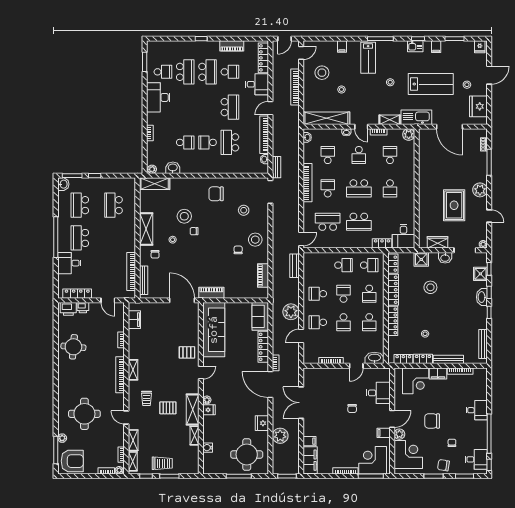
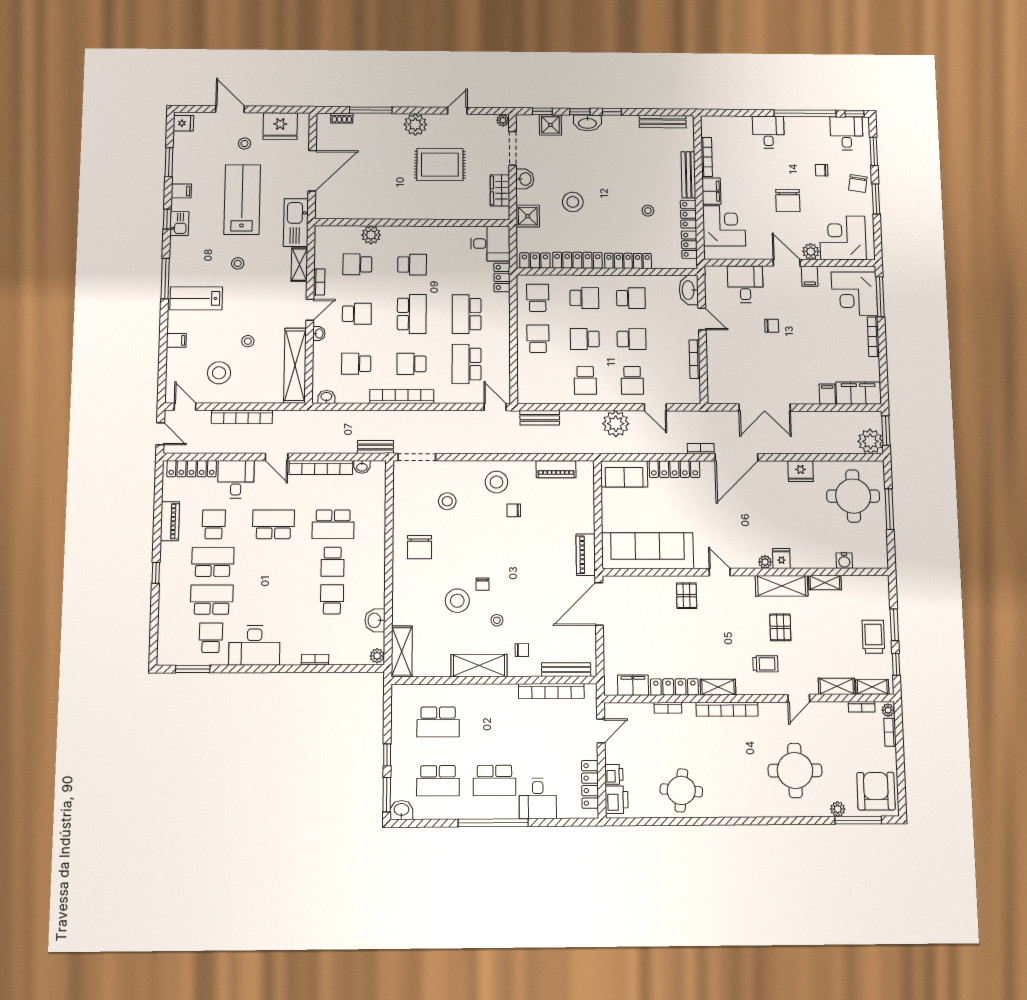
lab bench: (368, 58) -> (196, 298), turned 180
plant: (409, 134) -> (371, 235), moved
school desk: (359, 222) -> (467, 314), turned 180
locker: (133, 344) -> (674, 687), added
plant: (280, 436) -> (870, 441), moved

